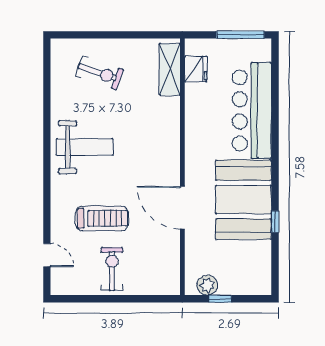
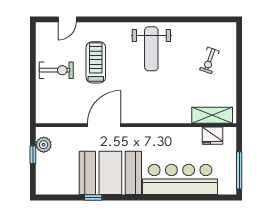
exercise bike: (99, 73) -> (209, 60), width x0.73, depth x0.72
treadmill: (102, 218) -> (96, 62), turned 180

